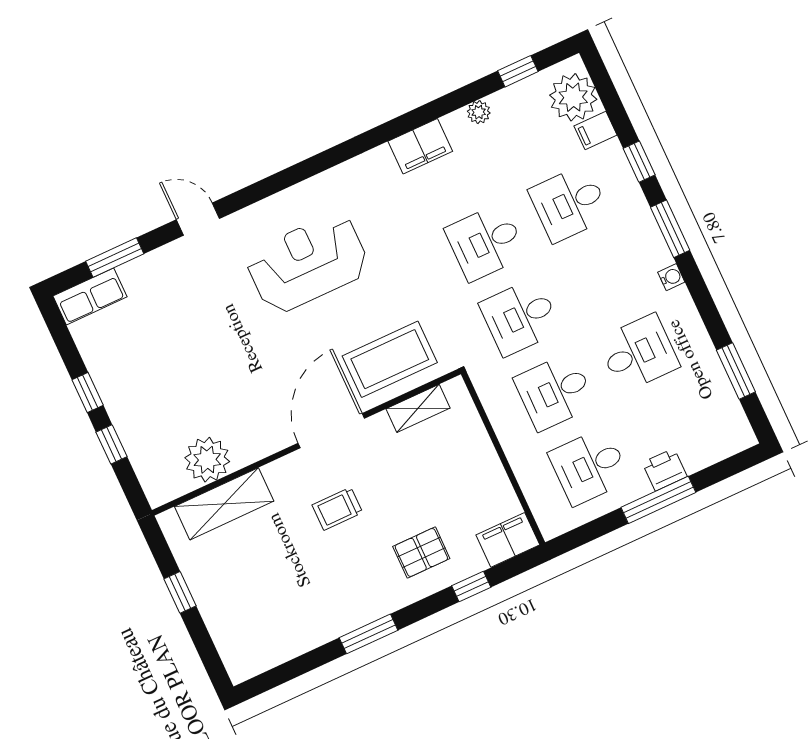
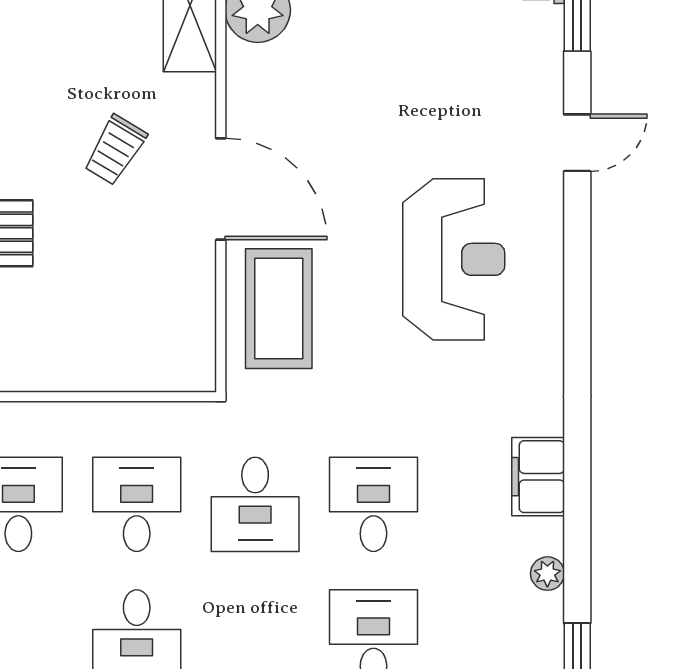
desk: (520, 317) -> (255, 504), turned 180
shelving: (418, 408) -> (198, 316), removed
trolley: (337, 509) -> (115, 150), turned -149

